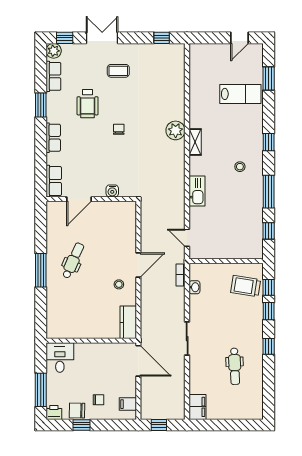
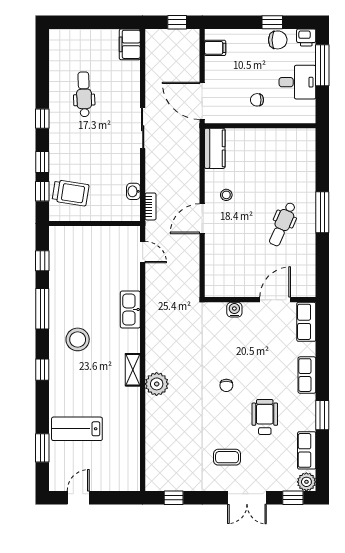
stool: (240, 167) -> (78, 339), width x1.89, depth x1.89
desk: (60, 358) -> (297, 82), moved, turned -90
chair: (98, 400) -> (257, 100), moved

